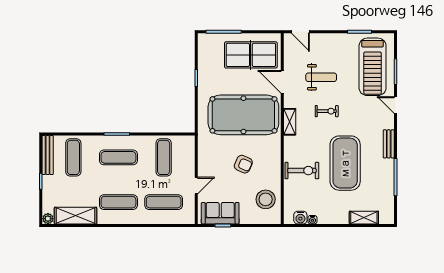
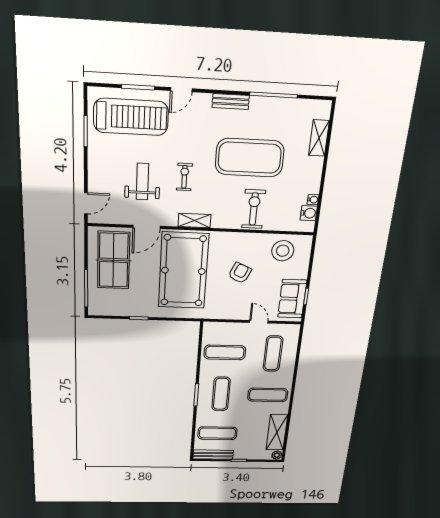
exercise mat: (118, 202) -> (268, 395), turned 90

